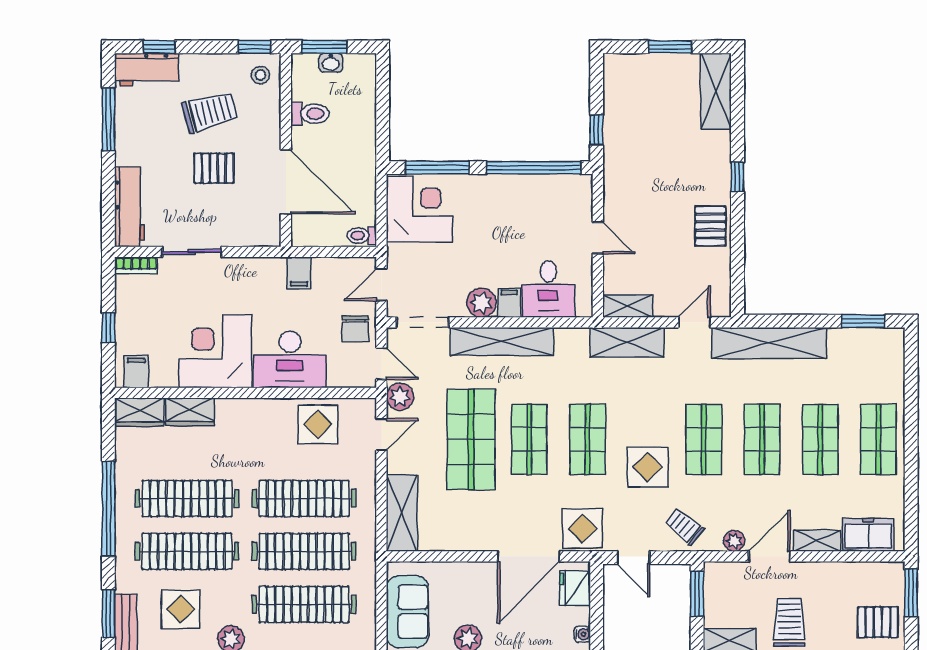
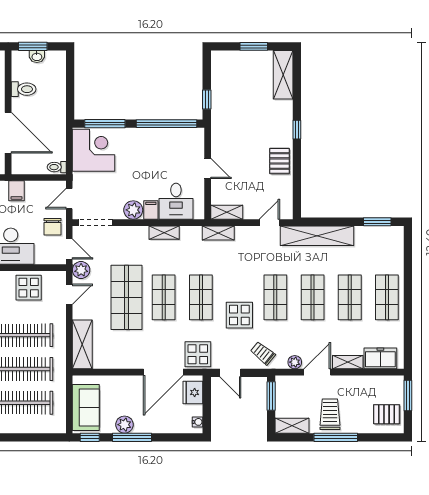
shelving: (502, 341) -> (164, 233), width x0.45, depth x0.75
shelving: (627, 342) -> (218, 233), width x0.67, depth x0.75

